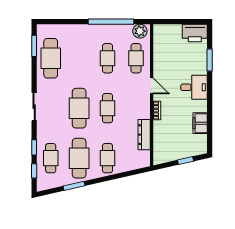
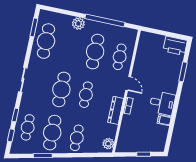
plant: (140, 31) -> (78, 24), moved
cafe table: (108, 58) -> (95, 52), width x1.37, depth x1.35
desk: (194, 87) -> (162, 103), moved
filing cabinet: (200, 123) -> (164, 120), width x0.50
dresser: (144, 135) -> (116, 110), moved
plant: (144, 157) -> (108, 144), added

